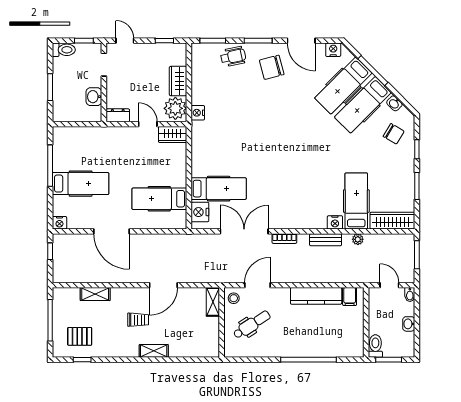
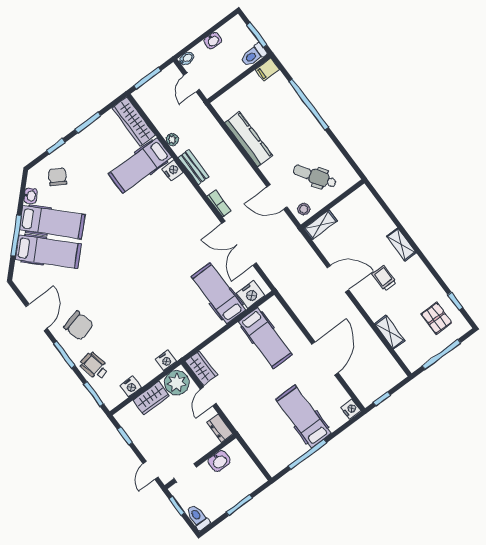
nightstand: (333, 50) -> (131, 386), moved, turned -90
filing cabinet: (350, 297) -> (267, 70), moved, turned 180

